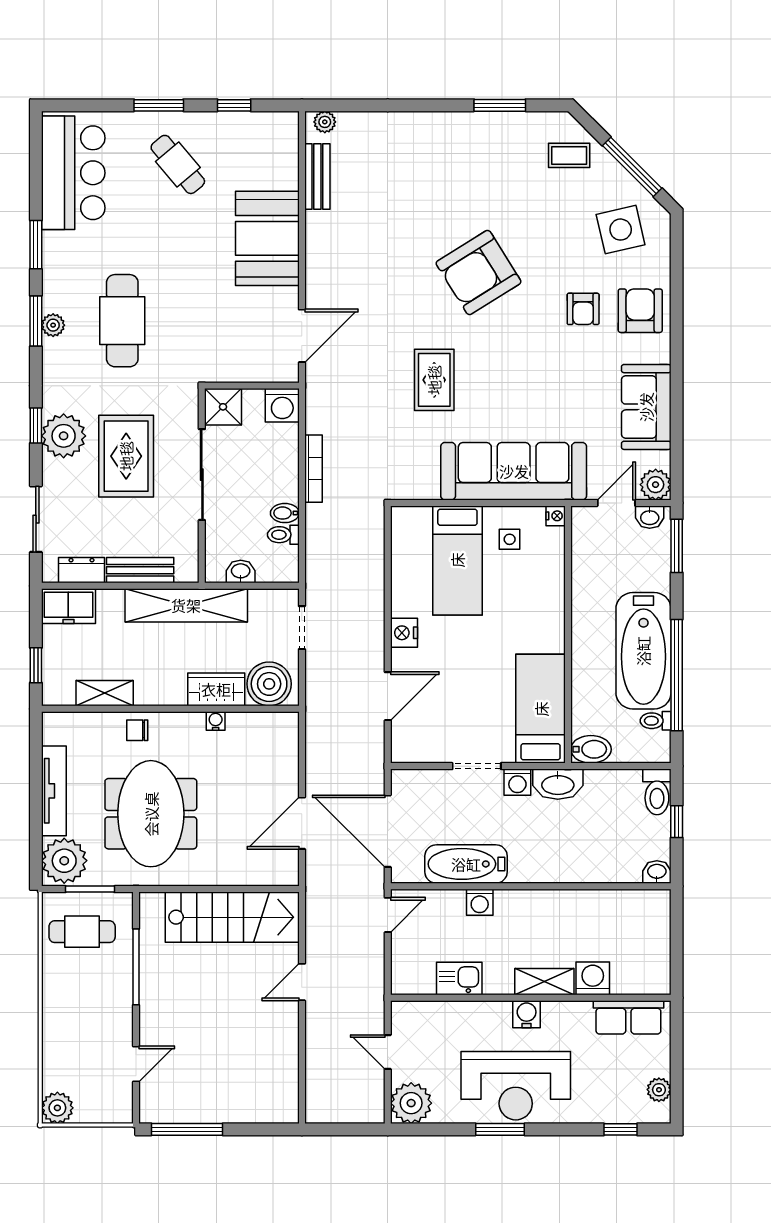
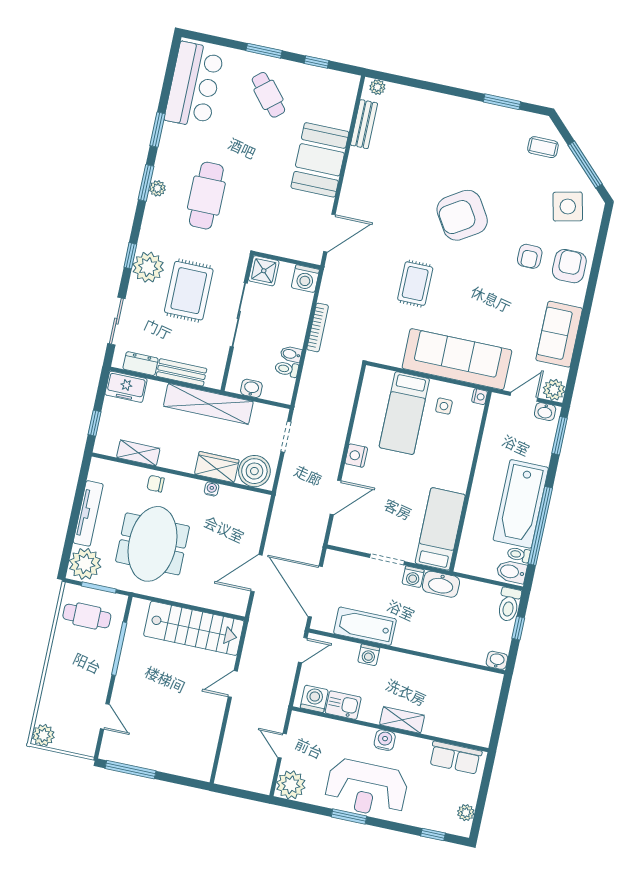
bidet: (591, 749) -> (511, 572), moved, turned 180
washing machine: (593, 978) -> (314, 699), moved
door: (136, 1064) -> (105, 716), hinge flipped

